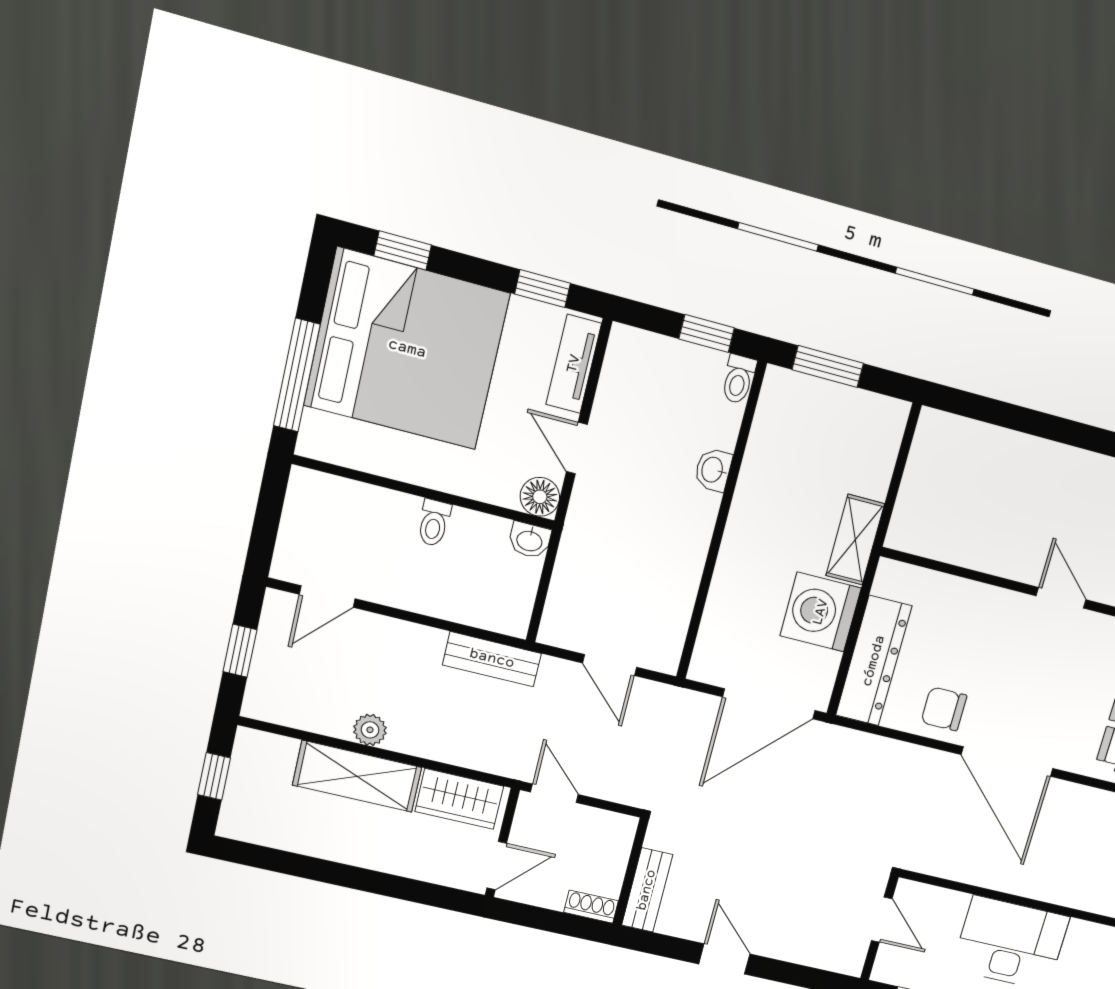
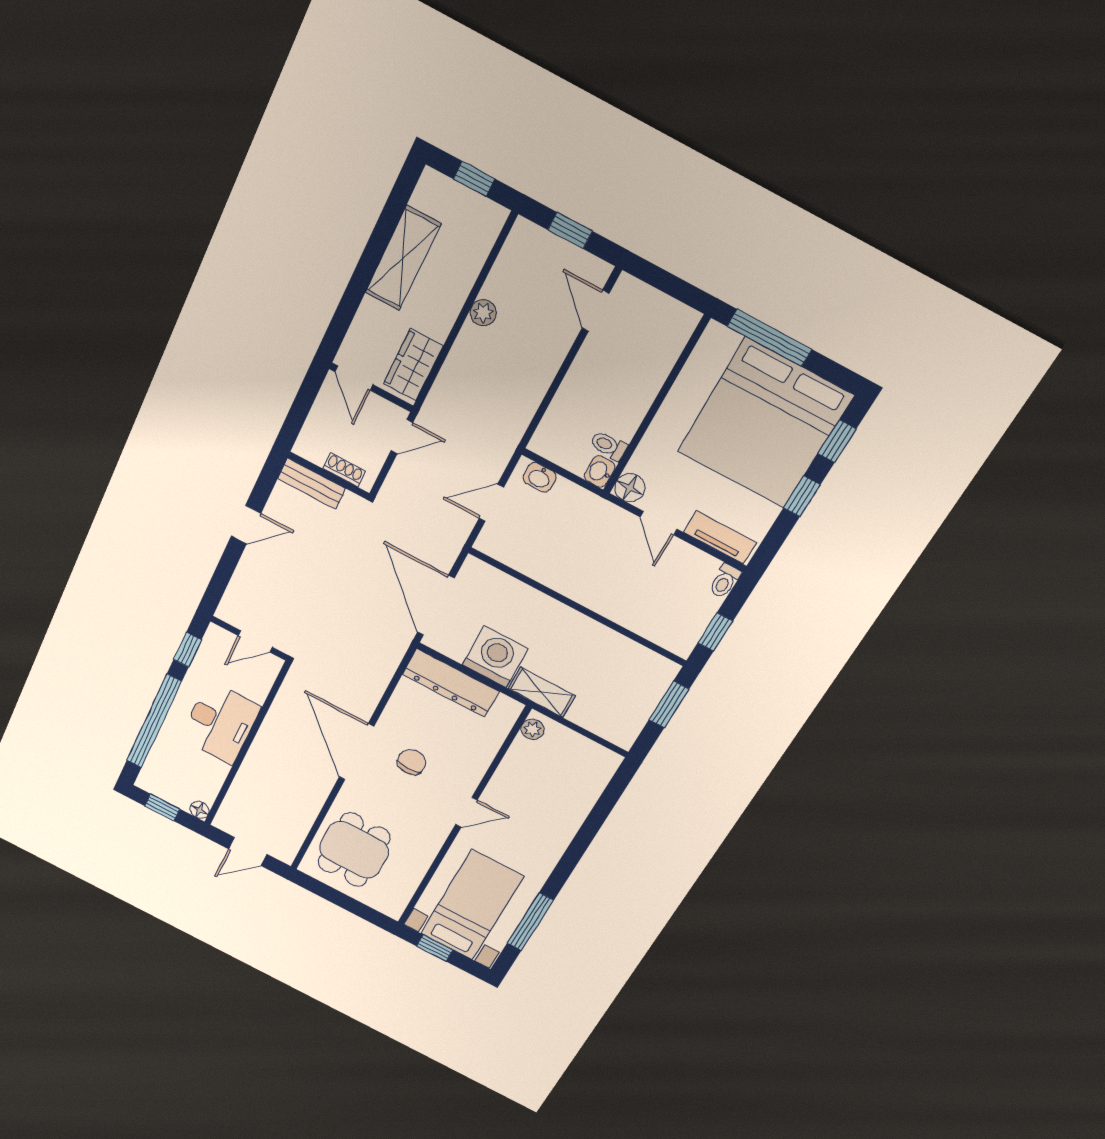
window: (542, 289) -> (802, 496), moved
toilet: (738, 379) -> (725, 581), moved, turned -90
door: (577, 448) -> (659, 523), swing flipped
washbasin: (713, 470) -> (540, 477), moved, turned 180
toilet: (434, 523) -> (609, 446), moved
plant: (913, 539) -> (533, 729), added
bench: (492, 659) -> (517, 420), removed
chair: (944, 709) -> (412, 762), moved
door: (1007, 762) -> (357, 752), hinge flipped
shelving: (357, 776) -> (403, 258), moved
shoe rack: (591, 907) -> (344, 470), moved, turned -90

